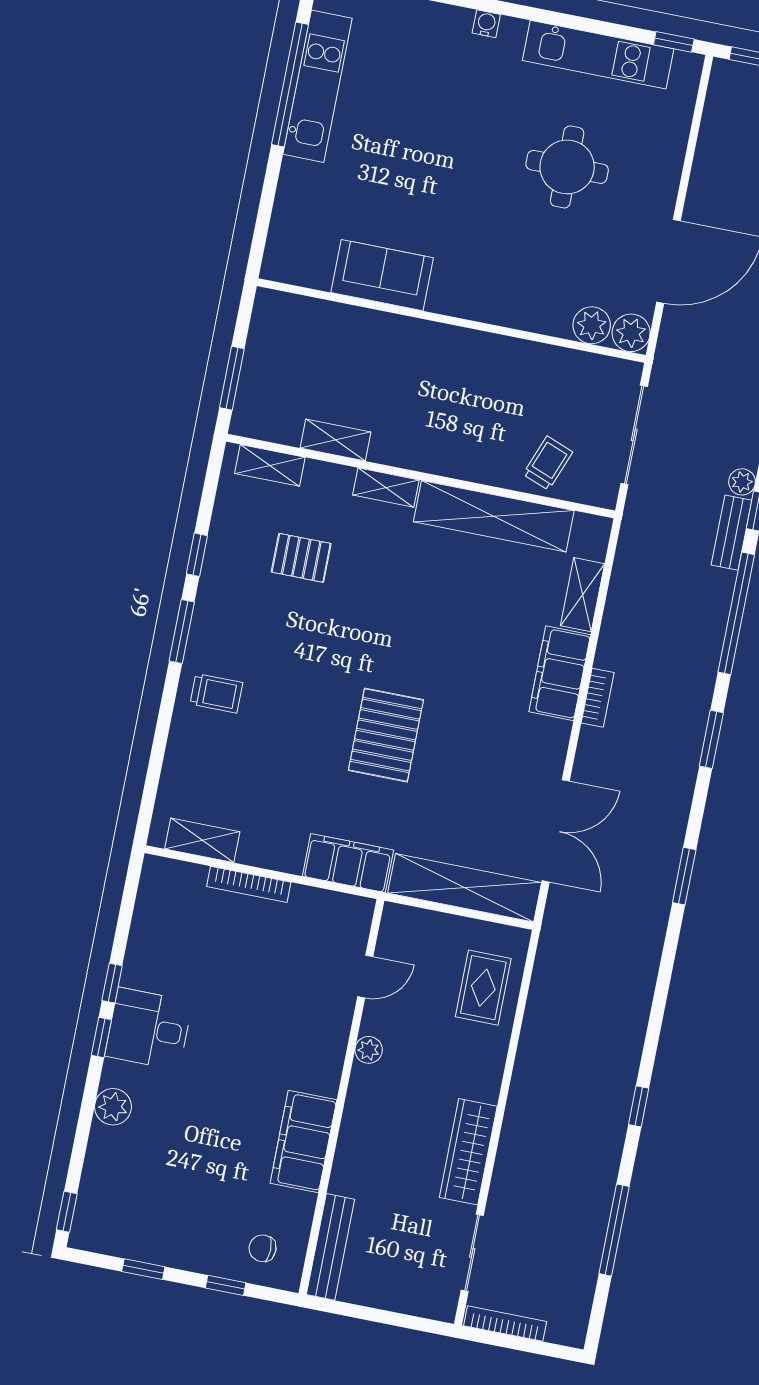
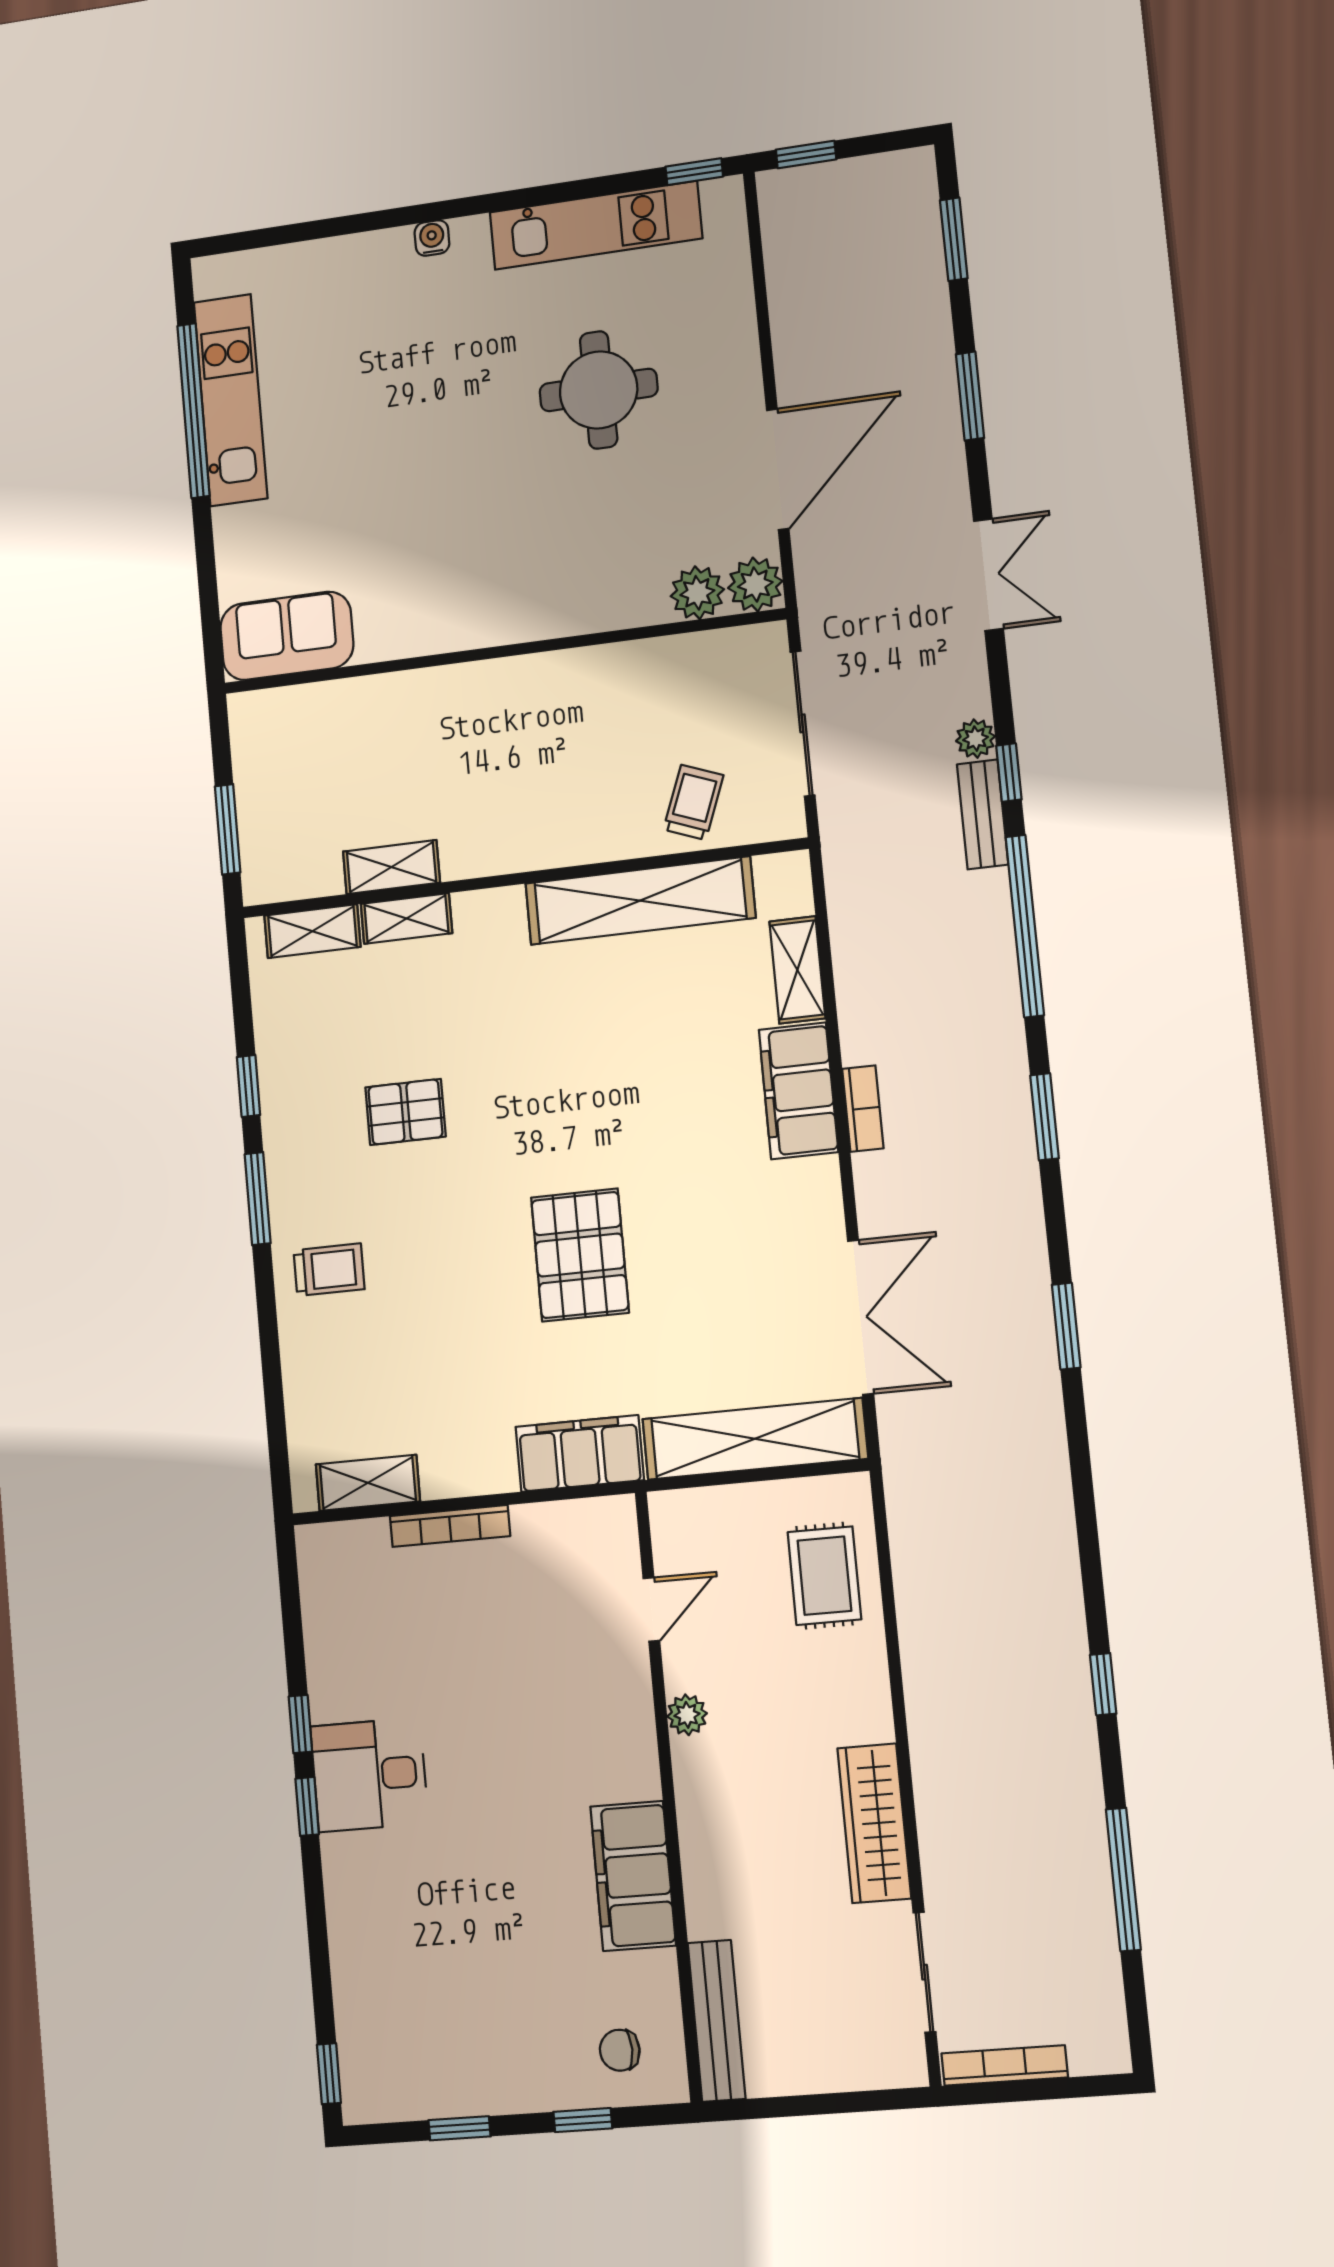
sofa: (382, 275) -> (287, 636), moved
shelving: (386, 487) -> (406, 918), moved
pallet: (301, 558) -> (405, 1112), moved
plant: (113, 1107) -> (351, 1902), removed

